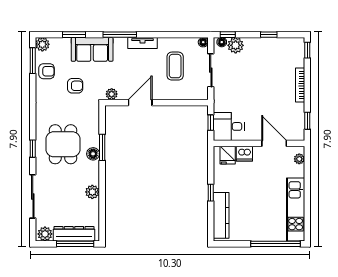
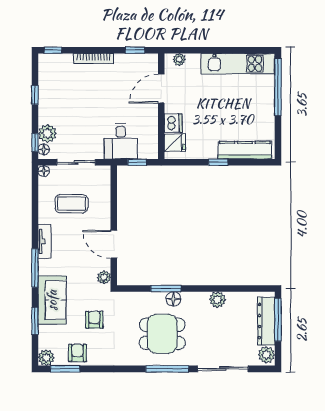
desk: (229, 126) -> (121, 141), moved
window: (33, 149) -> (167, 369), width x2.17

